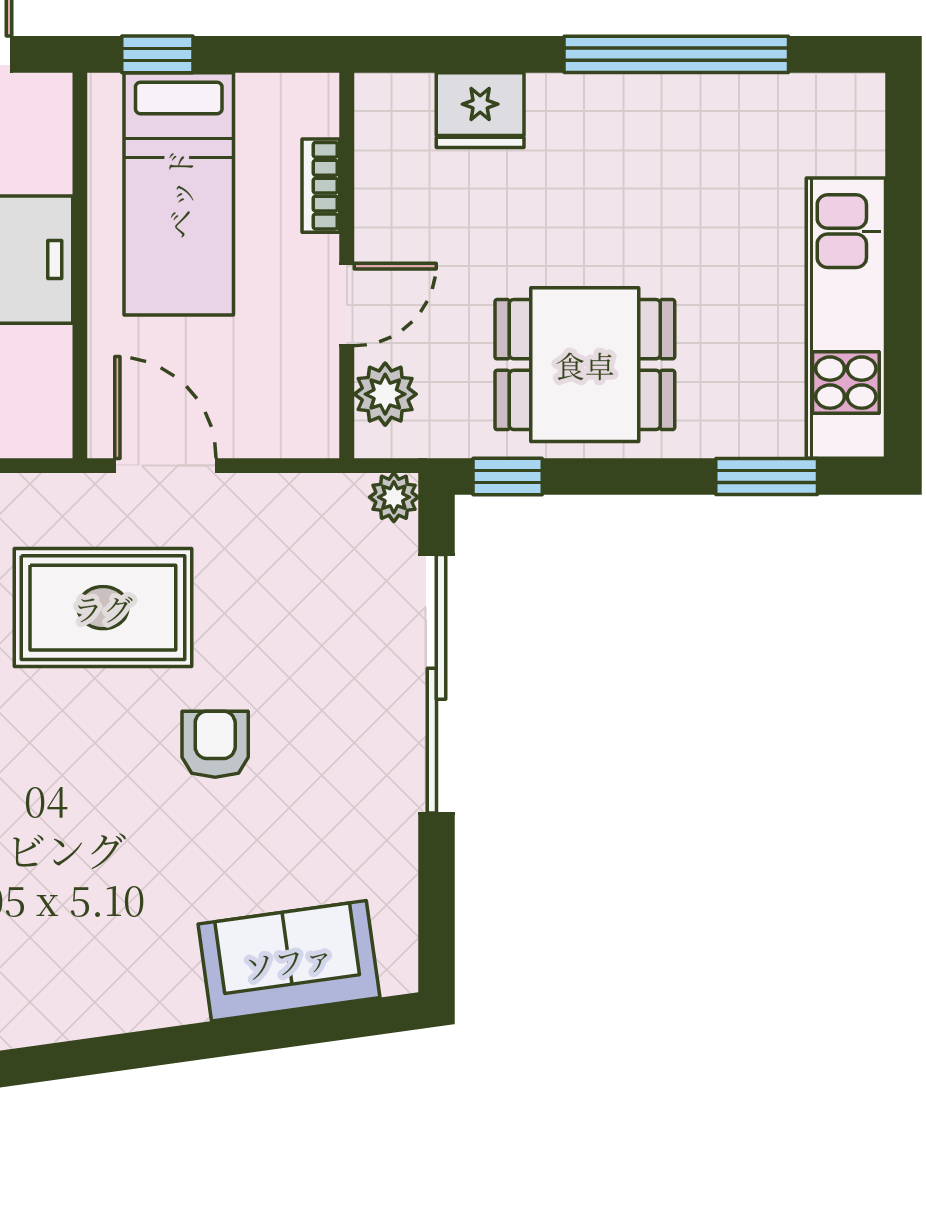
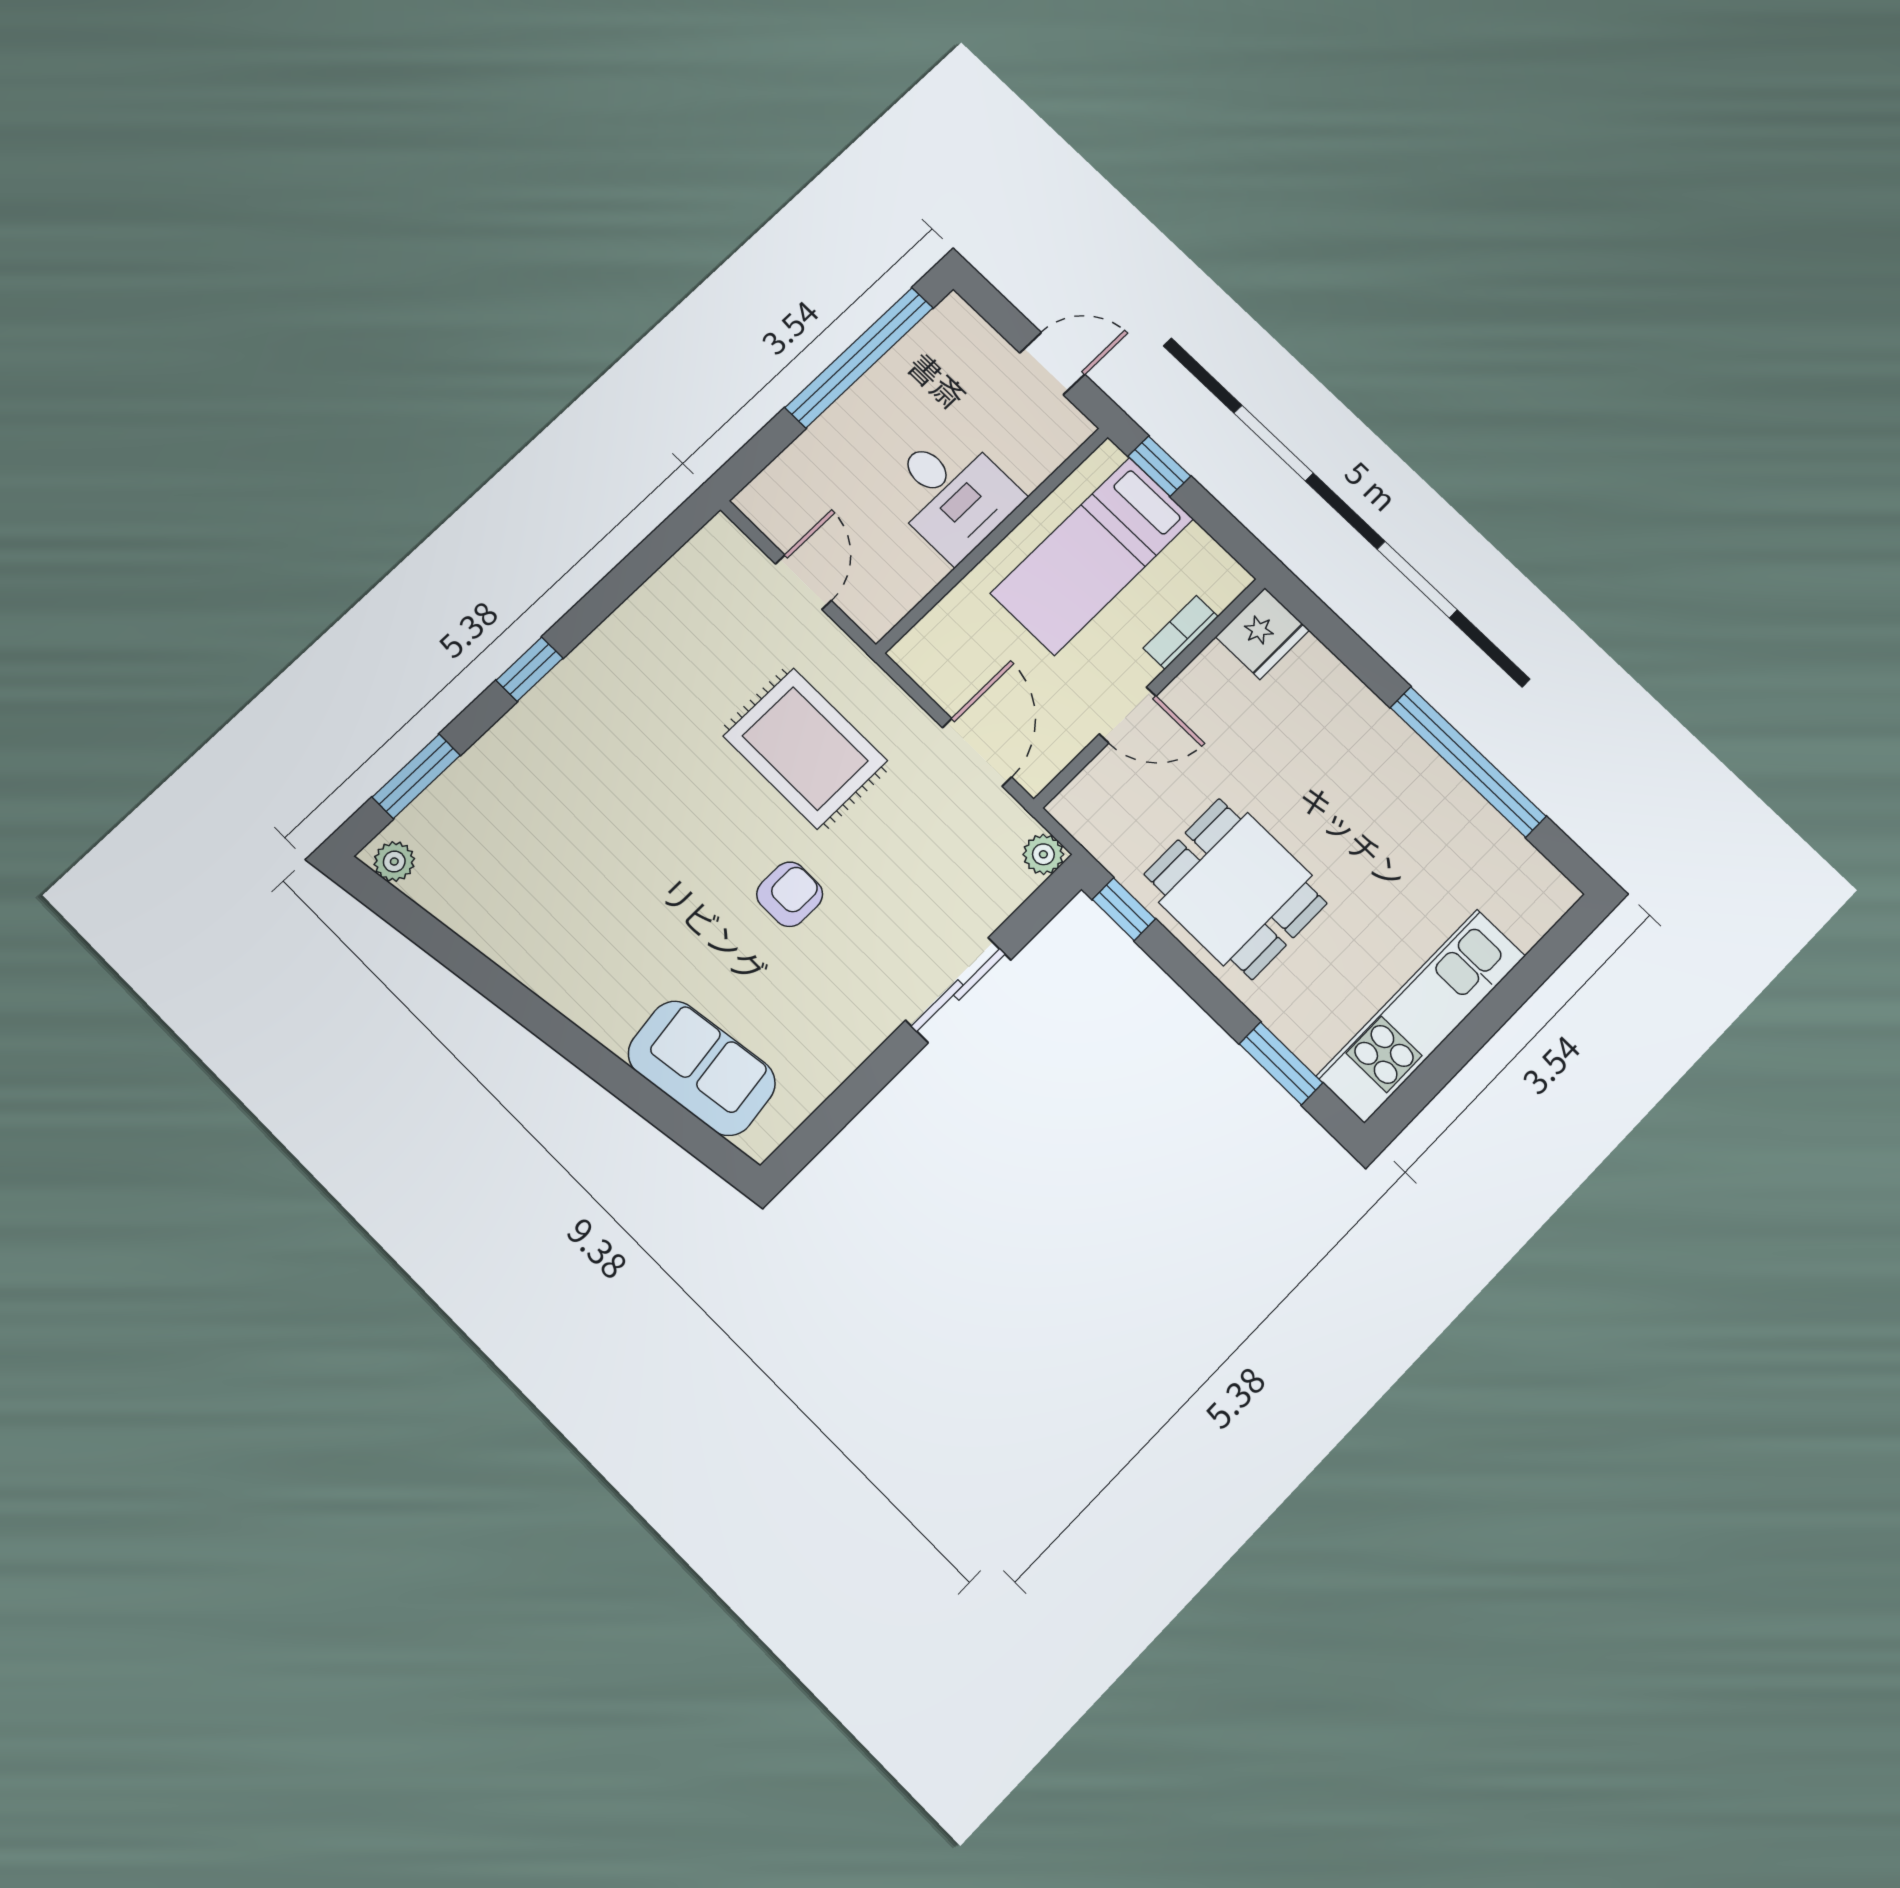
fridge: (480, 110) -> (1262, 633), moved, turned -90
plant: (385, 394) -> (1099, 789), removed
door: (165, 466) -> (977, 752), moved
sliding door: (436, 684) -> (958, 990), width x0.54

